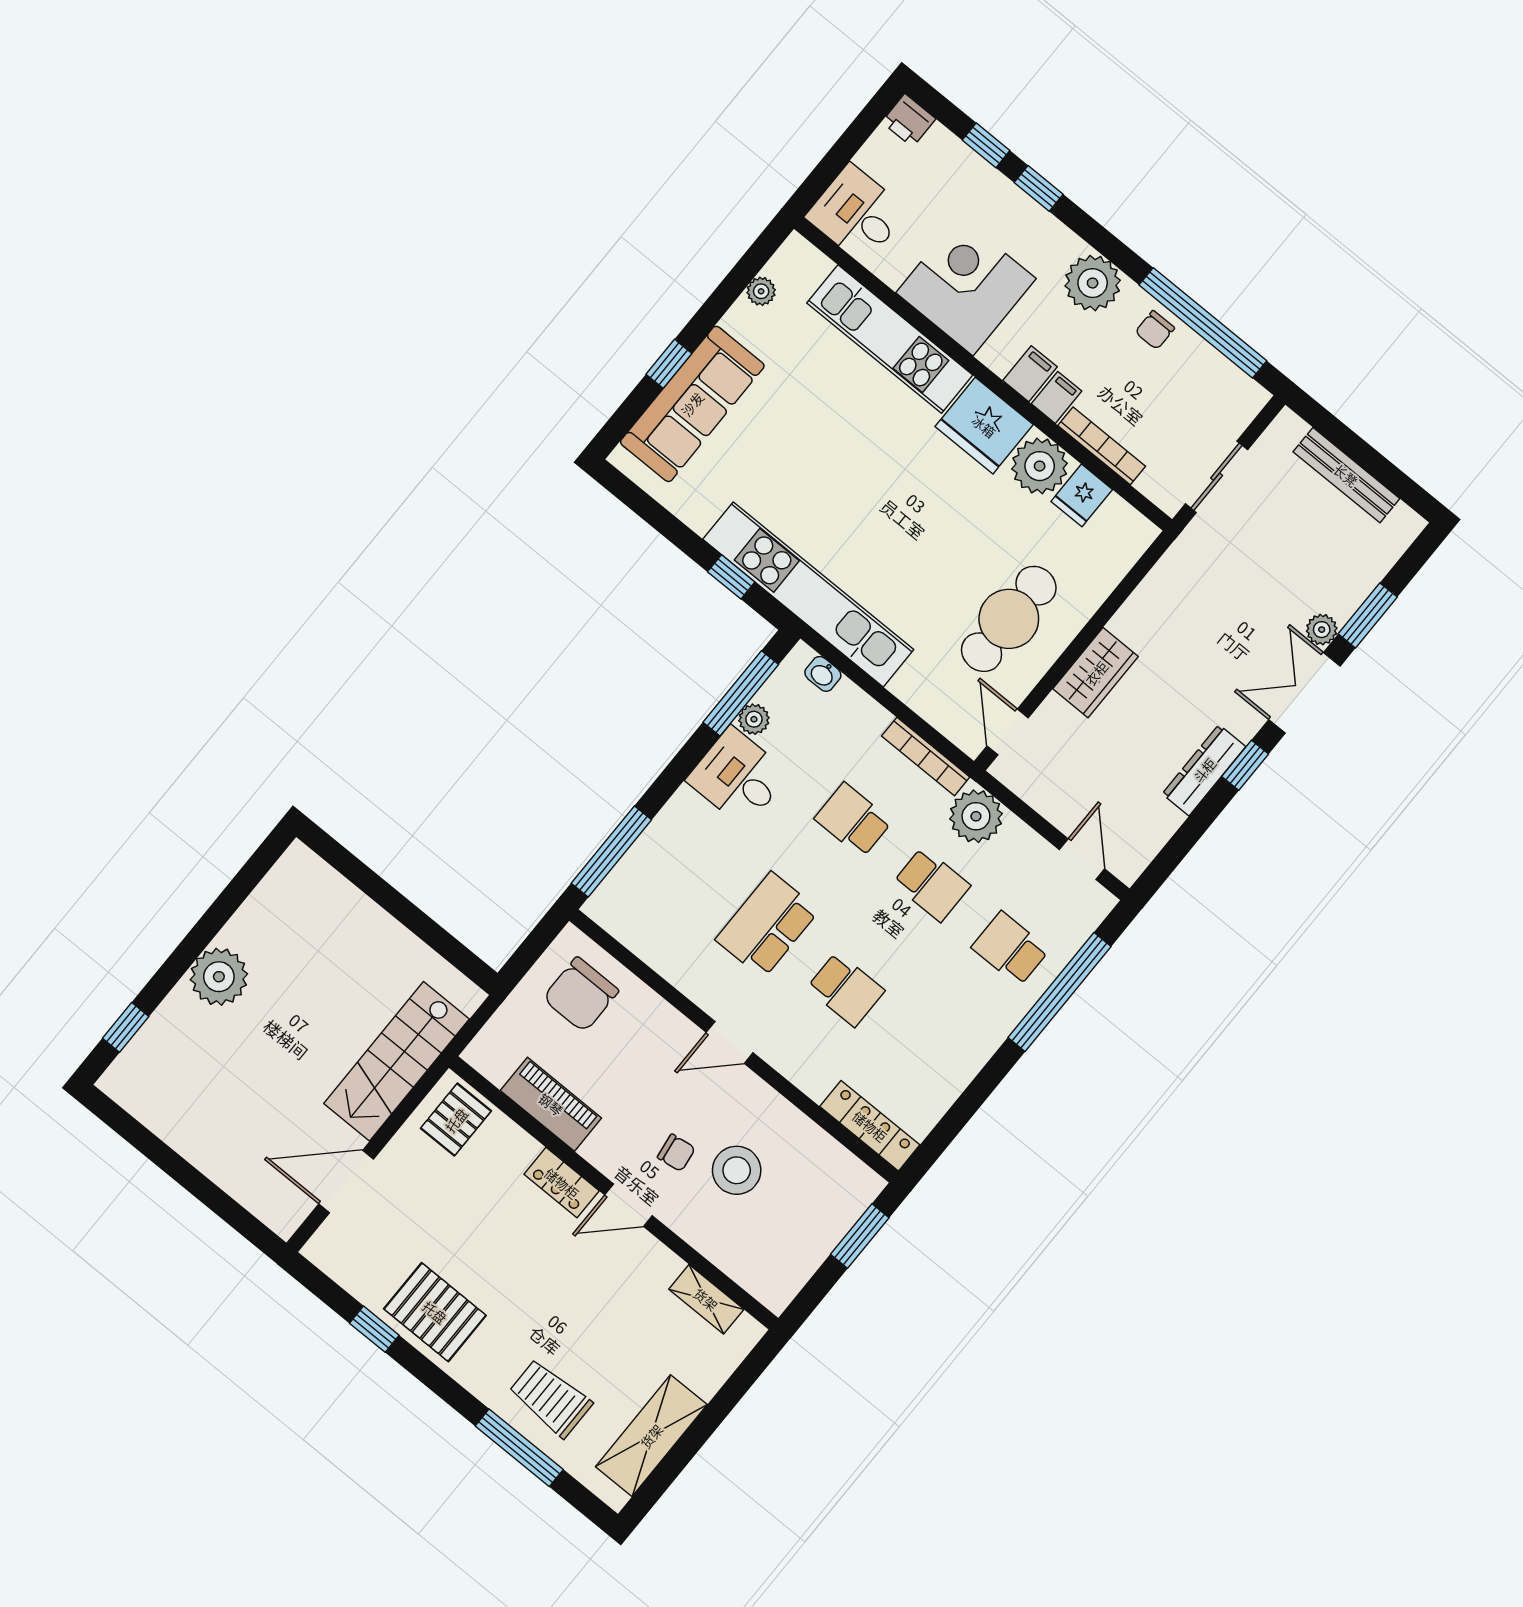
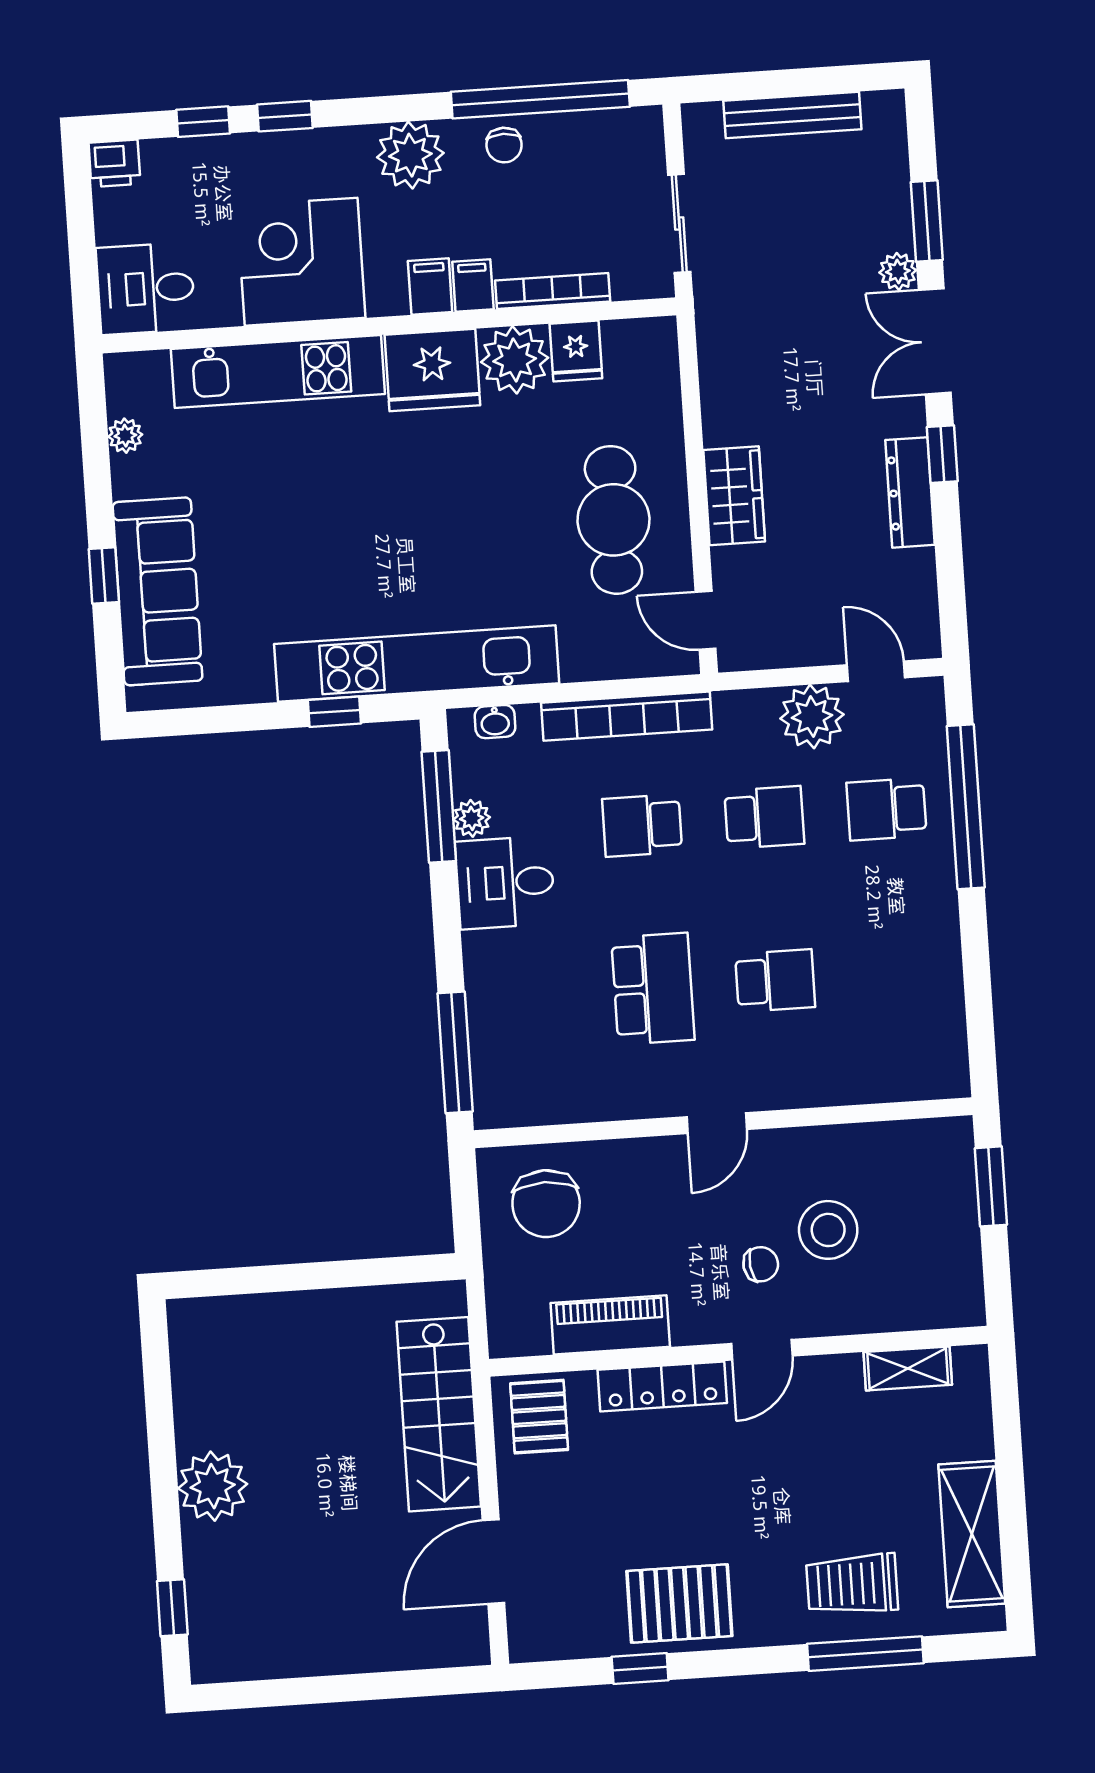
bookcase: (926, 757) -> (627, 716), width x1.48, depth x1.31
plant: (976, 816) -> (812, 717), moved
school desk: (767, 925) -> (653, 989), turned 180
locker: (870, 1126) -> (909, 1081), removed
locker: (562, 1183) -> (662, 1386), width x1.53

